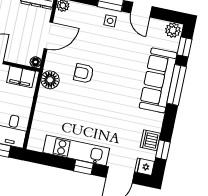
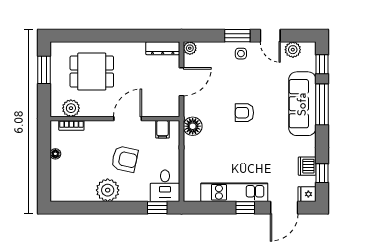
plant: (173, 30) -> (293, 50), moved
floor lamp: (36, 62) -> (174, 111), removed
armchair: (84, 73) -> (244, 113), moved
filing cabinet: (21, 77) -> (162, 129), width x0.50

